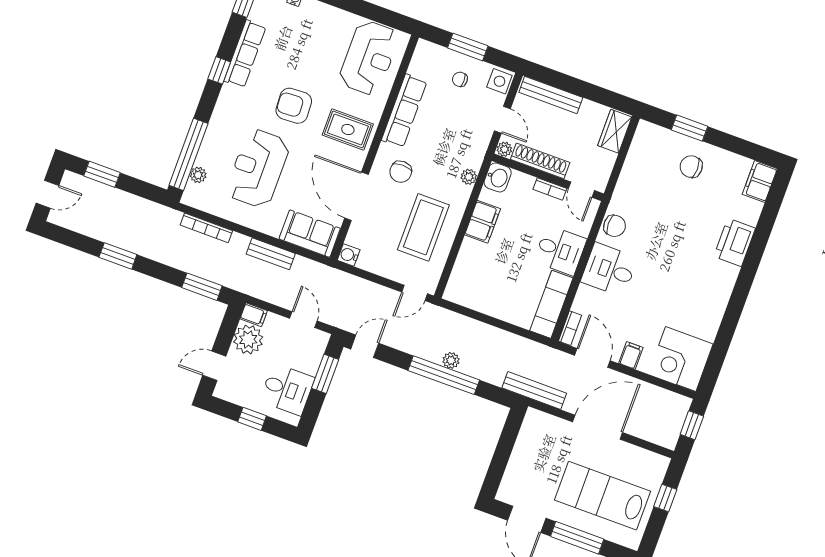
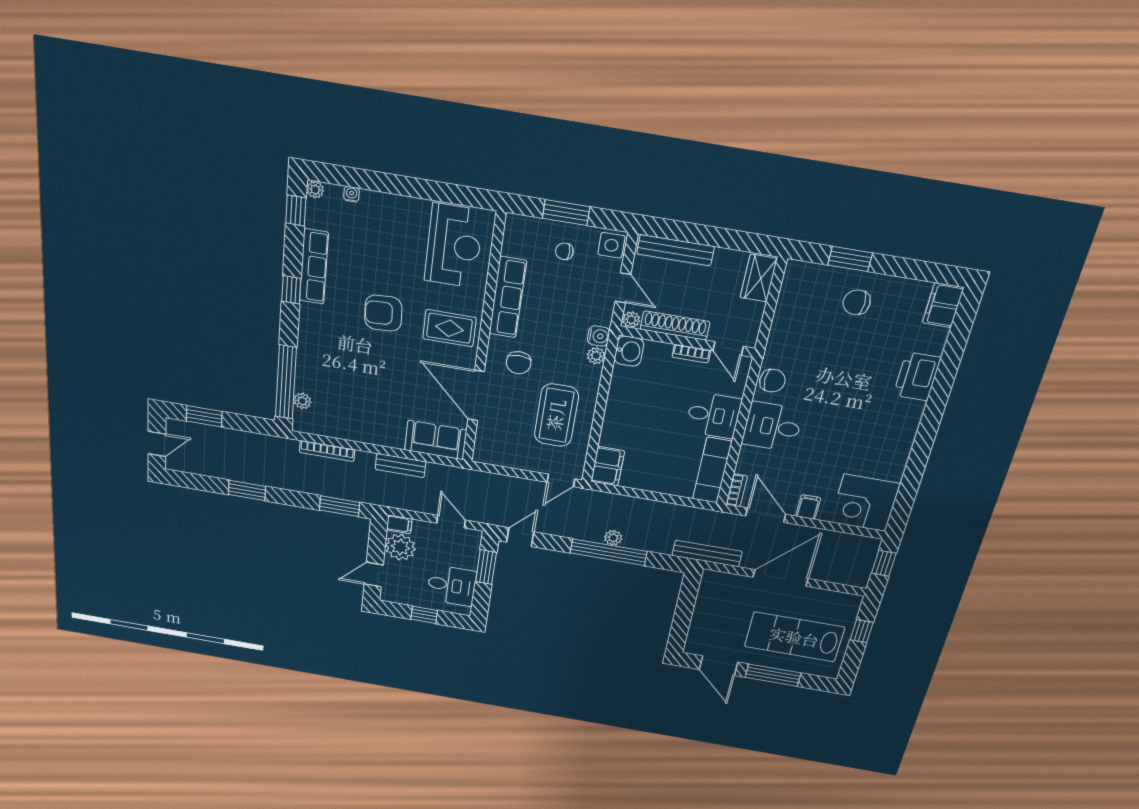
reception desk: (258, 168) -> (363, 384), removed
filing cabinet: (482, 222) -> (608, 466), moved
water cooler: (349, 255) -> (599, 336), moved, turned 180

